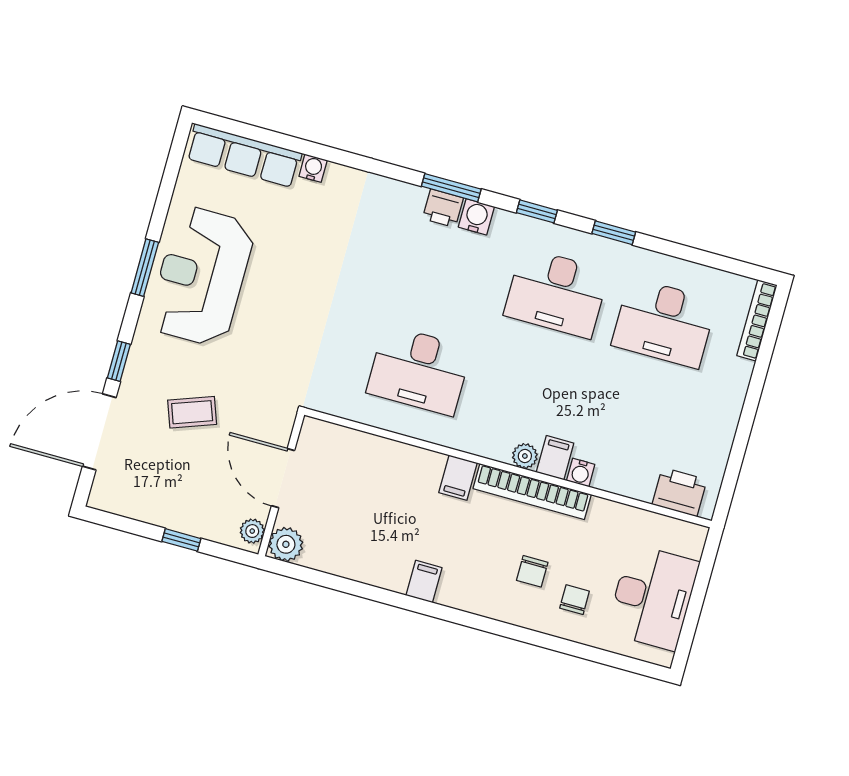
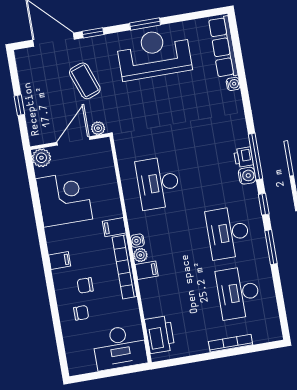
window: (451, 188) -> (256, 157), width x1.44
window: (614, 233) -> (271, 247), width x1.50
bookcase: (757, 320) -> (231, 343), moved
coffee table: (192, 412) -> (85, 81), width x1.36, depth x1.30
water cooler: (581, 472) -> (137, 241), moved
printer: (680, 492) -> (160, 335), width x1.37, depth x1.19
plant: (252, 531) -> (98, 128), moved
corner desk: (372, 539) -> (64, 199), added
filing cabinet: (424, 581) -> (60, 261), moved
desk: (653, 597) -> (120, 347), moved

